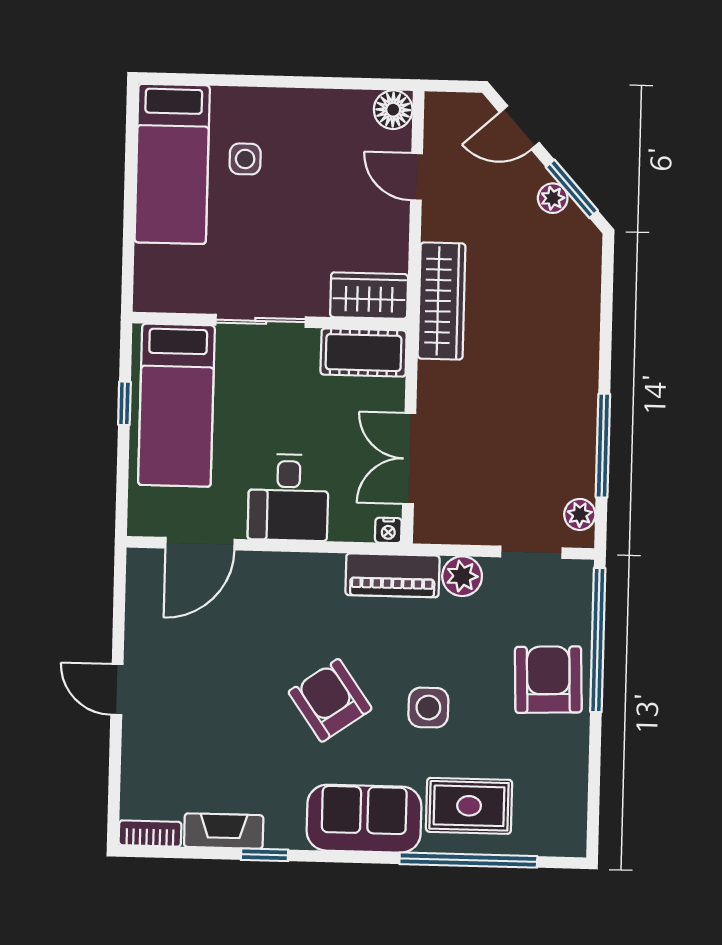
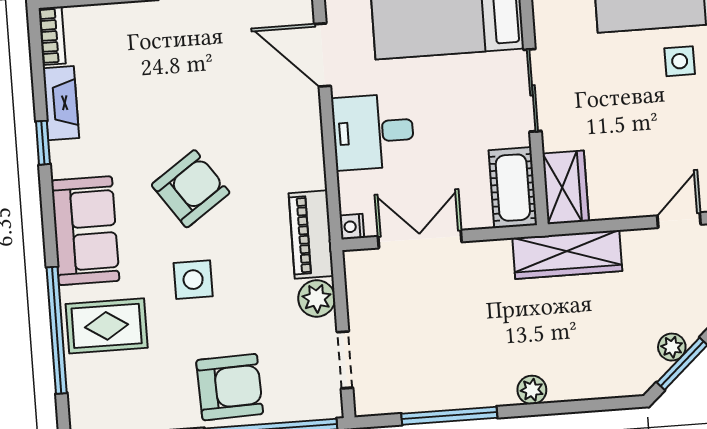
plant: (580, 514) -> (532, 390), moved
rug: (469, 806) -> (107, 326), turned 90

